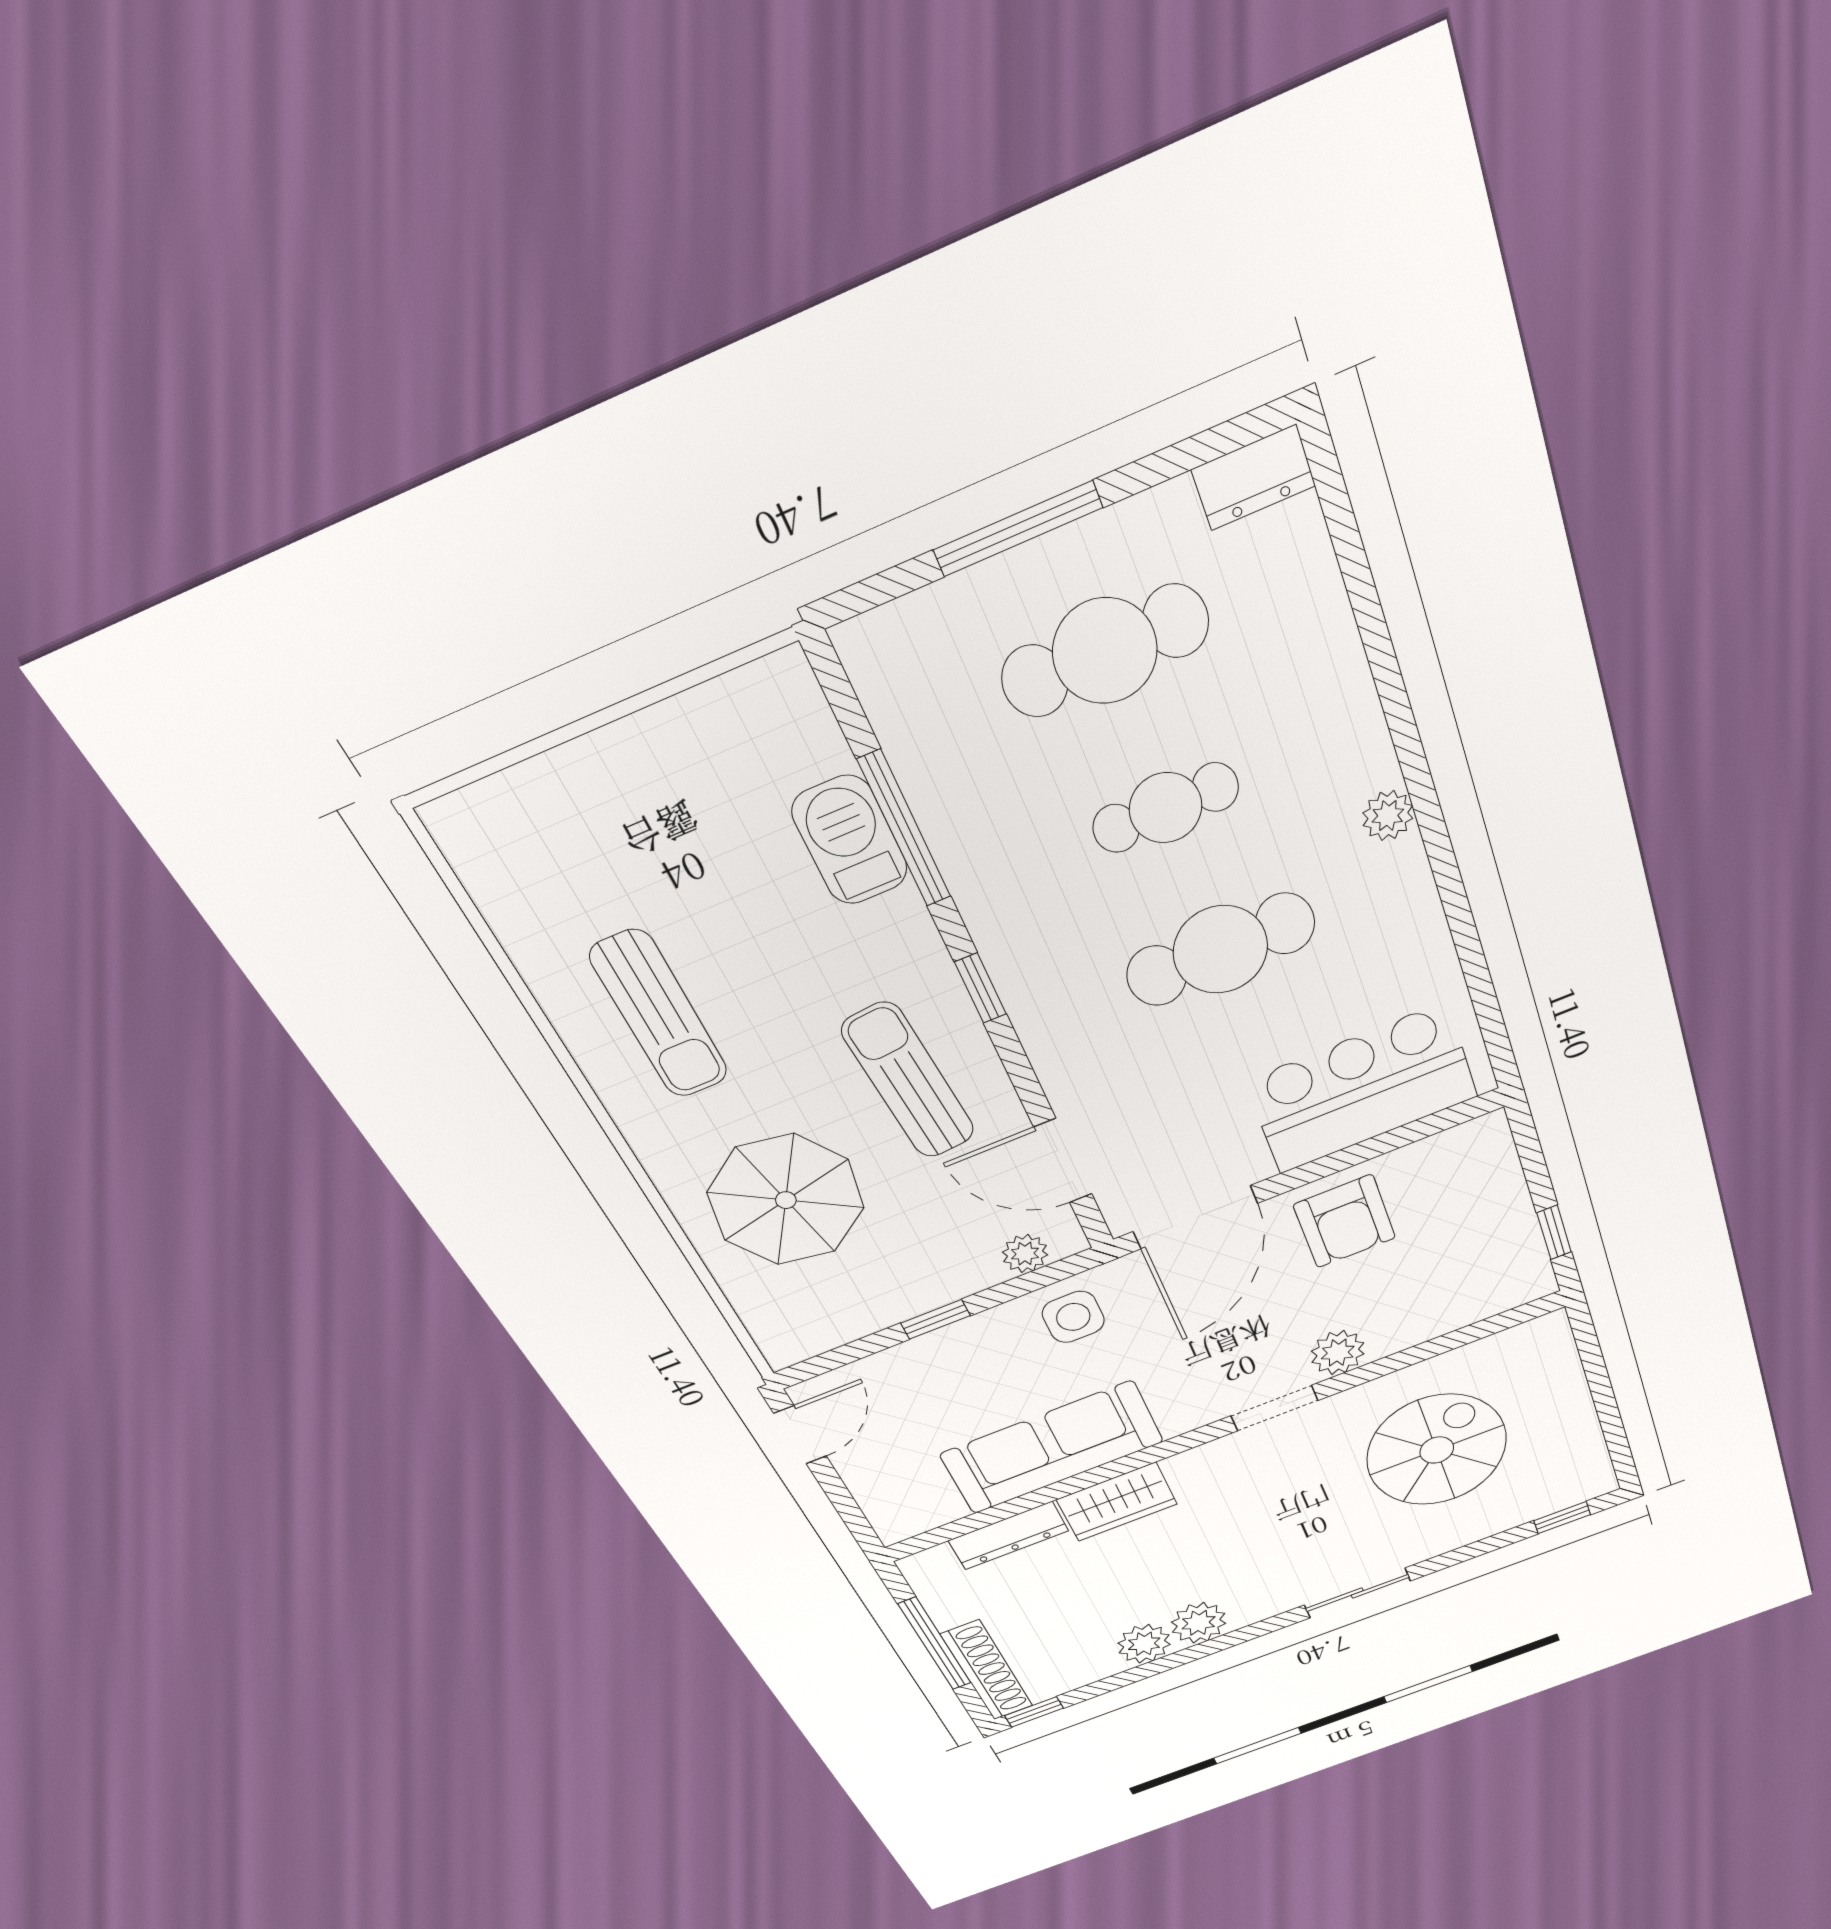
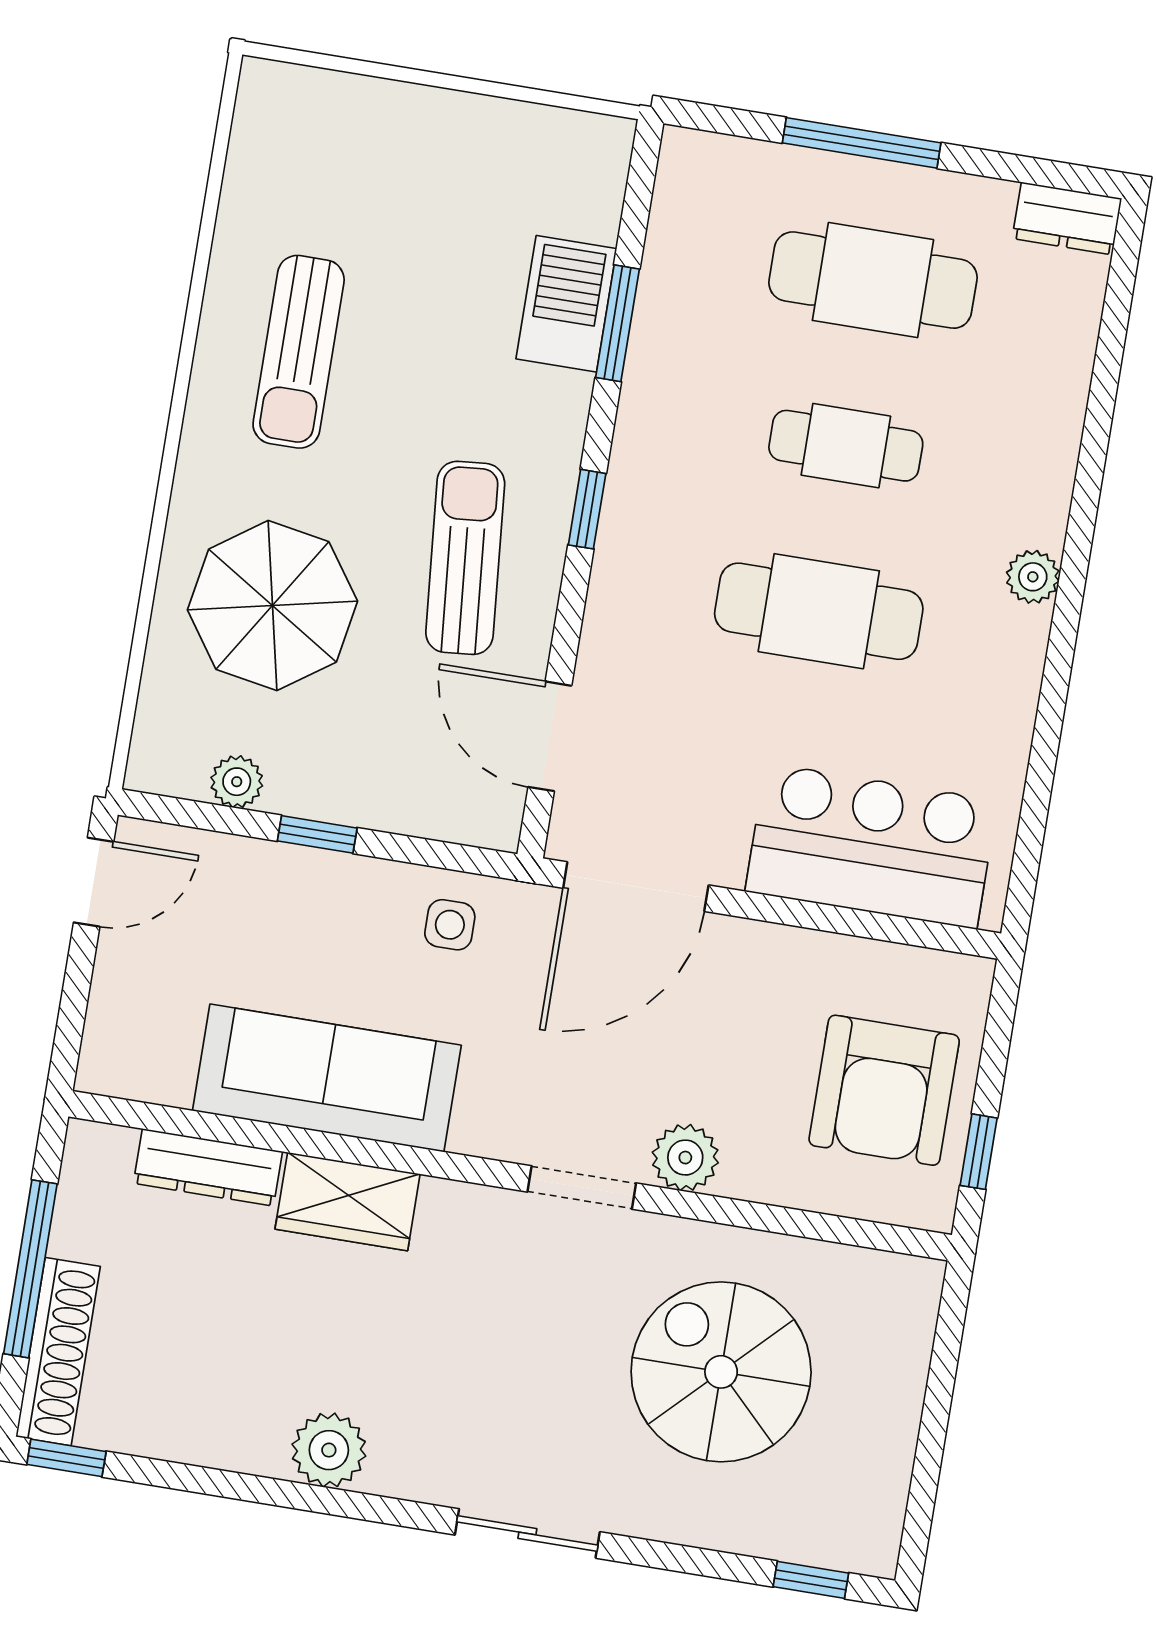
window: (904, 829) -> (617, 323), width x0.69
armchair: (1345, 1221) -> (884, 1090), moved, width x1.36, depth x1.36
plant: (1025, 1254) -> (237, 782), moved
side table: (1073, 1317) -> (450, 925), width x0.73, depth x0.73
spiral stairs: (1437, 1450) -> (721, 1372), turned -90
plant: (1144, 1644) -> (251, 1439), removed

